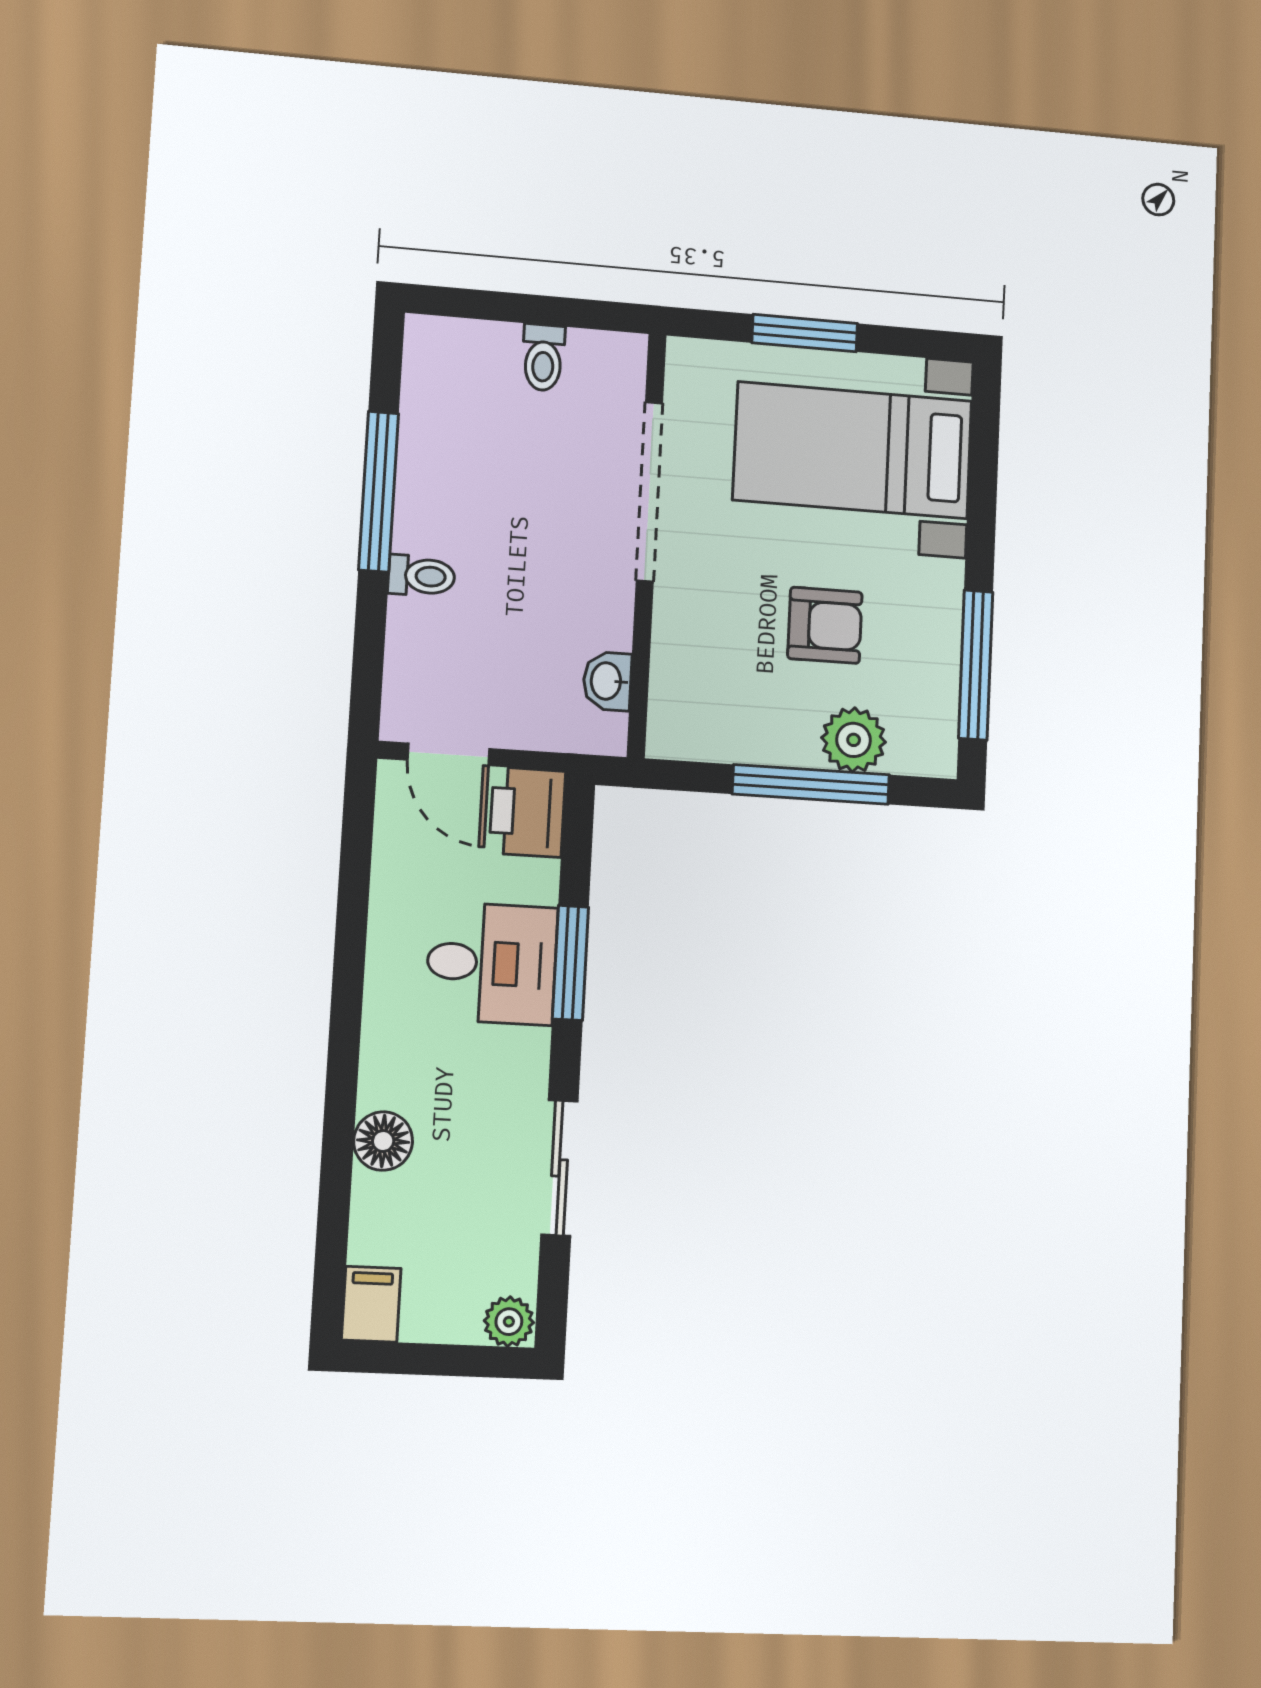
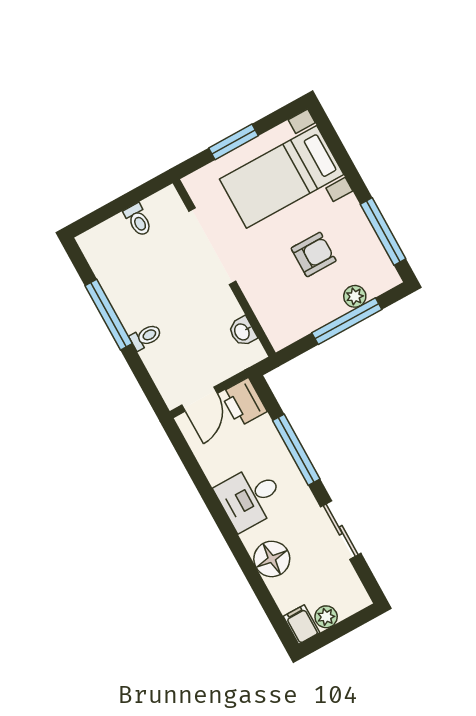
plant: (854, 740) -> (355, 296), width x0.73, depth x0.73
door: (449, 754) -> (200, 399), hinge flipped
desk: (492, 963) -> (250, 497), moved, turned 180
window: (570, 963) -> (296, 450), width x1.44
floor lamp: (383, 1141) -> (272, 559), width x1.38, depth x1.38
plant: (509, 1322) -> (326, 617), moved

